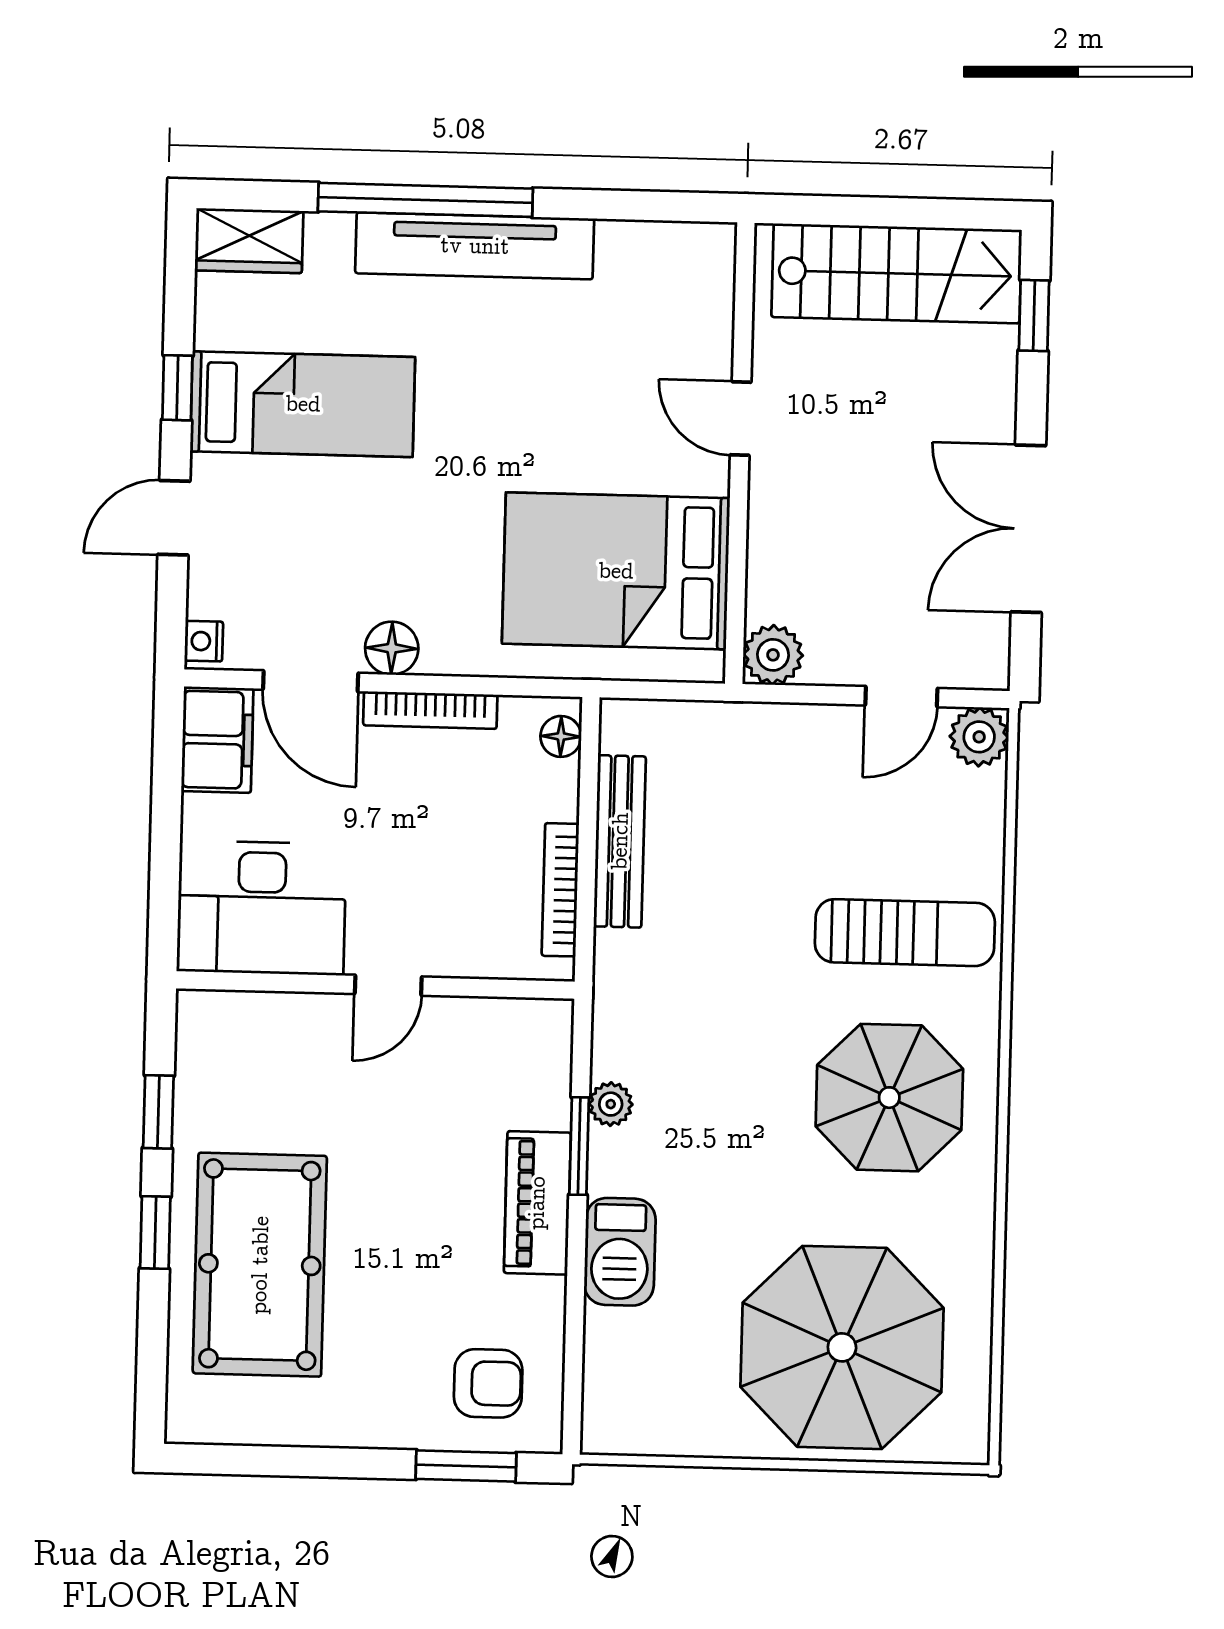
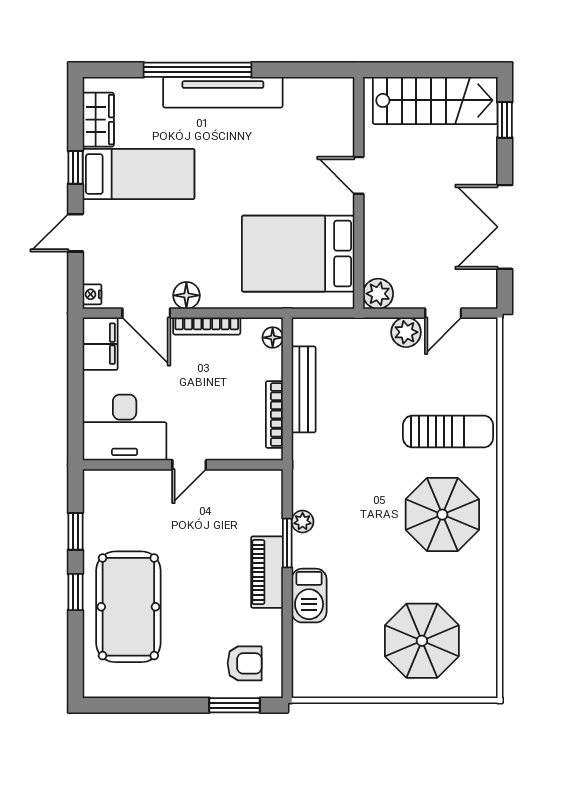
wardrobe: (249, 241) -> (98, 120), moved, turned -90
plant: (979, 737) -> (406, 332), moved
parasol: (842, 1347) -> (422, 641), width x0.73, depth x0.73

